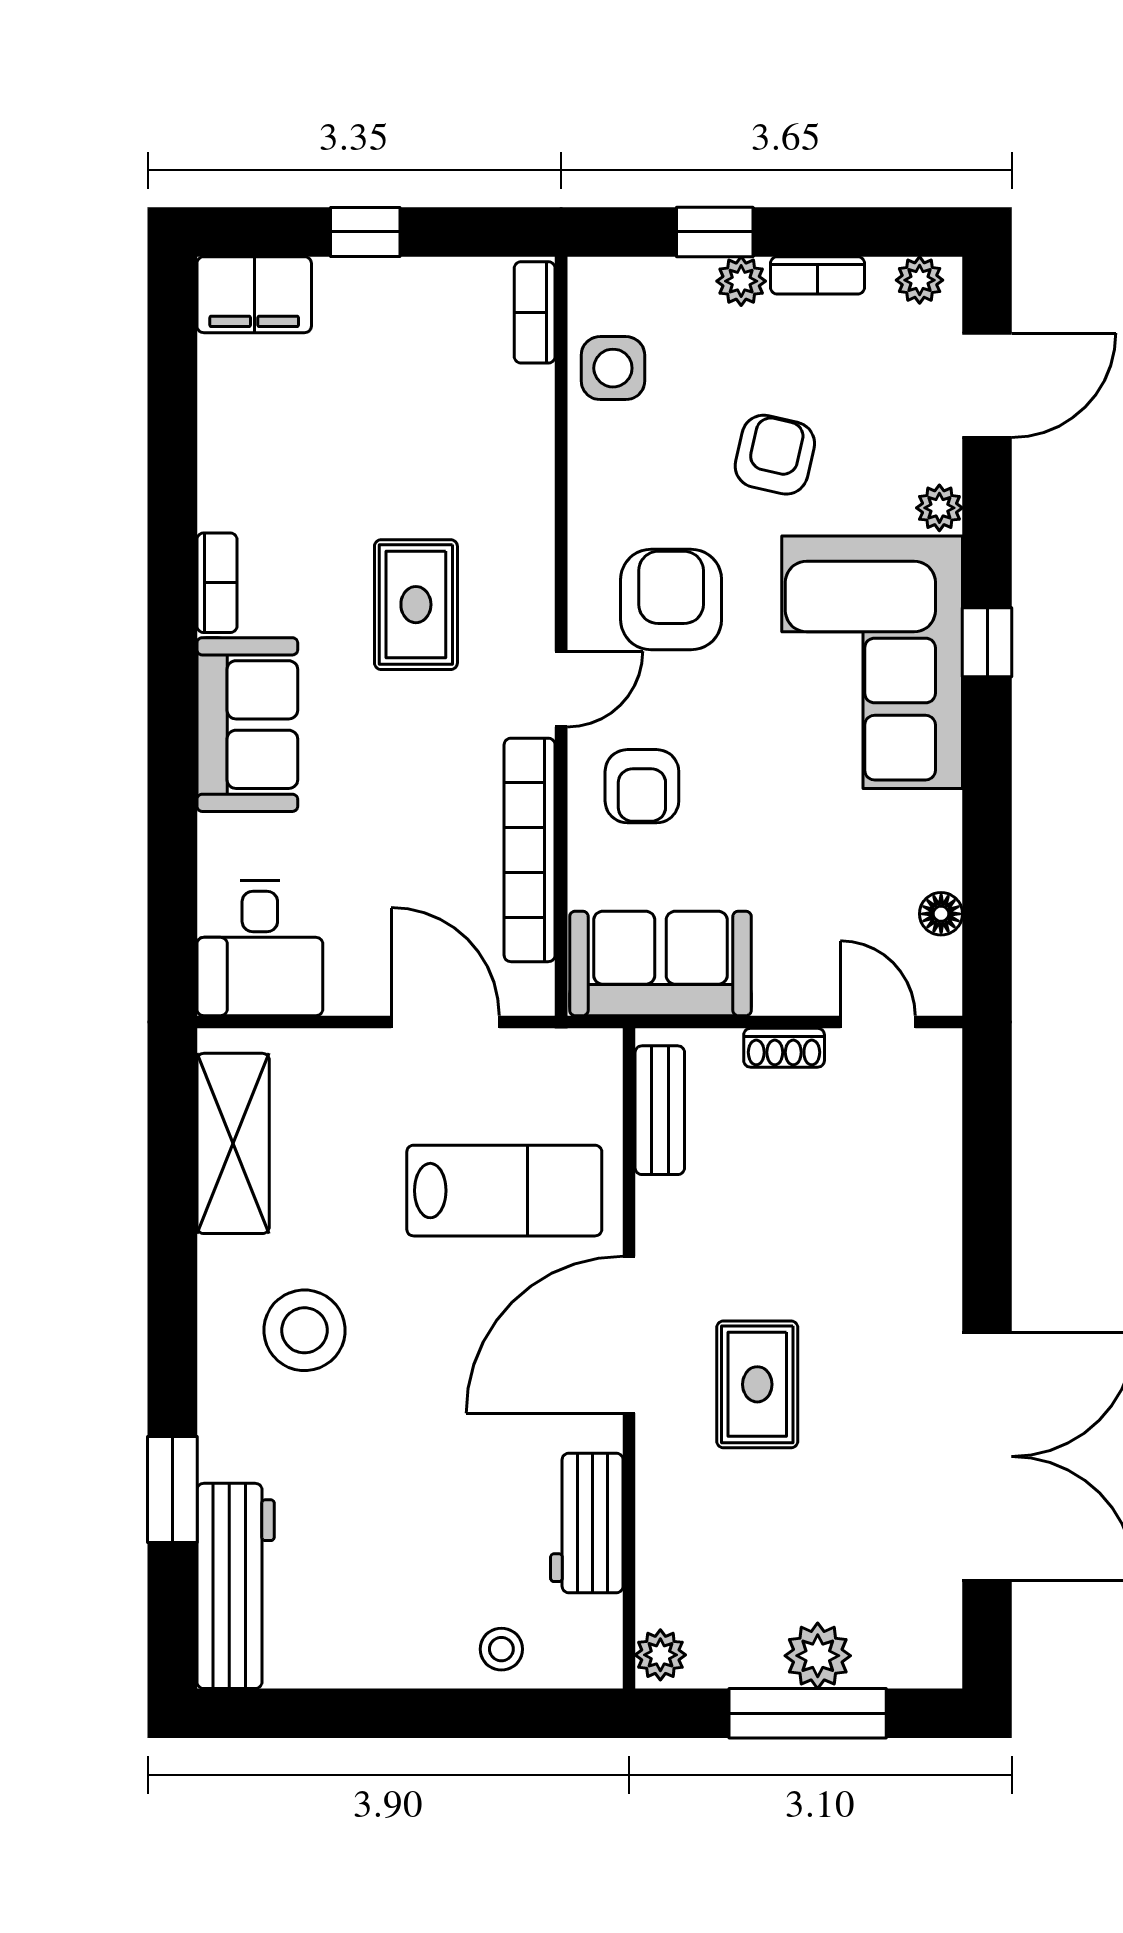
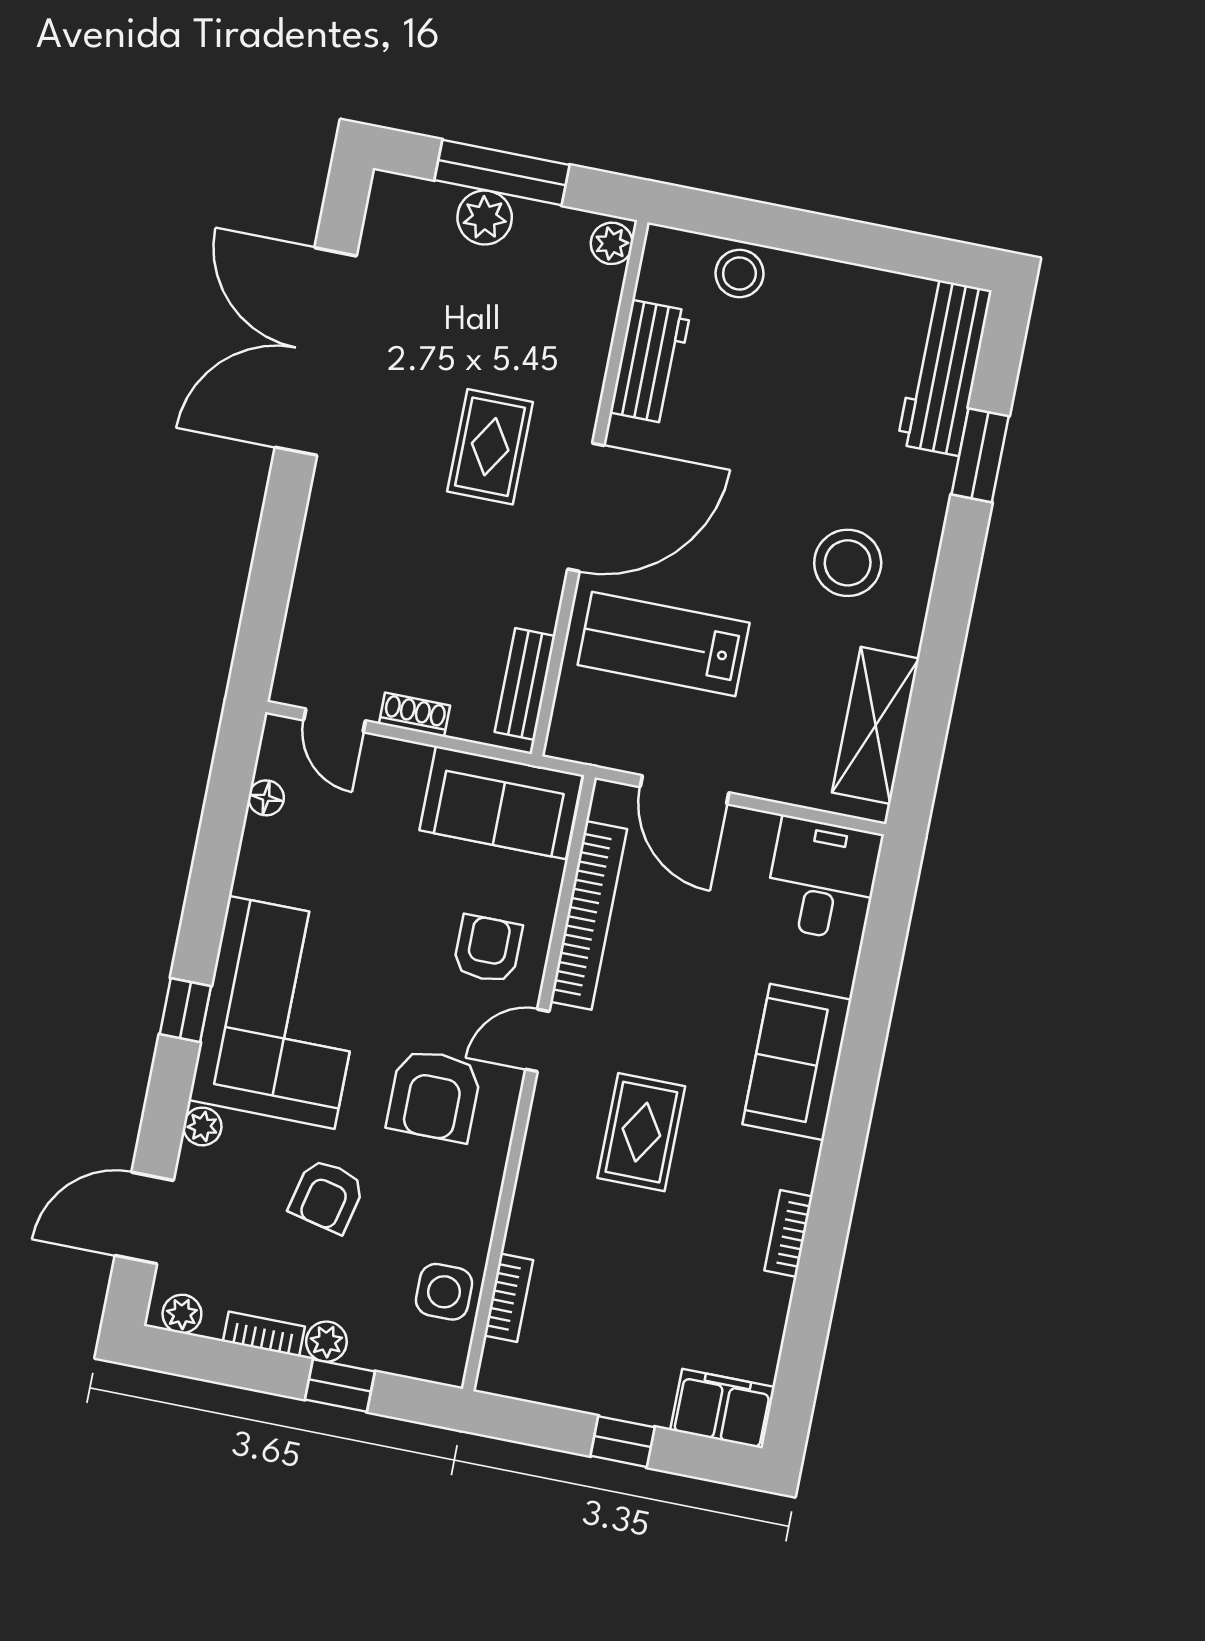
bookcase: (535, 312) -> (509, 1298), moved
bookcase: (217, 583) -> (788, 1234), moved
stool: (501, 1649) -> (739, 273), width x1.37, depth x1.37

